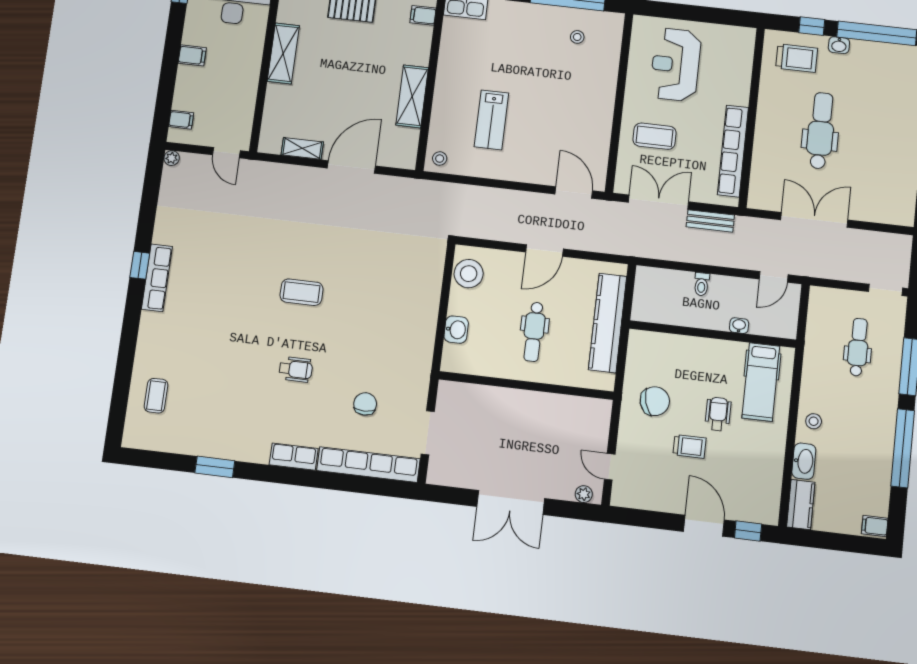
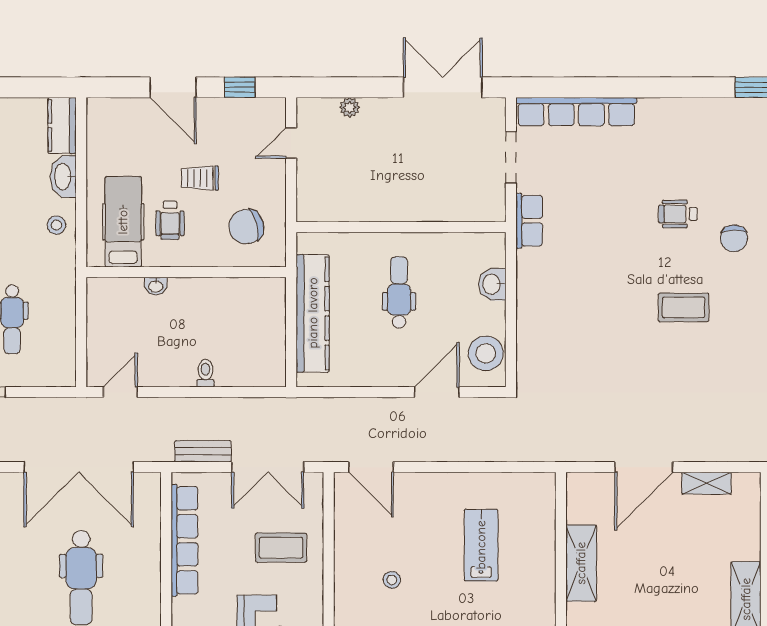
stool: (440, 159) -> (392, 580), moved
double door: (814, 220) -> (79, 467), width x1.36
door: (544, 250) -> (437, 392), moved
washbasin: (739, 326) -> (156, 286), moved
wall: (713, 334) -> (186, 272), moved
hospital bed: (761, 382) -> (123, 222), moved
chair: (365, 404) -> (734, 238), moved
row of seats: (294, 457) -> (529, 221), moved, turned -90
door: (610, 467) -> (291, 143), swing flipped
plant: (584, 494) -> (350, 107), moved
double door: (511, 502) -> (443, 87), moved
window: (748, 531) -> (240, 87), moved

